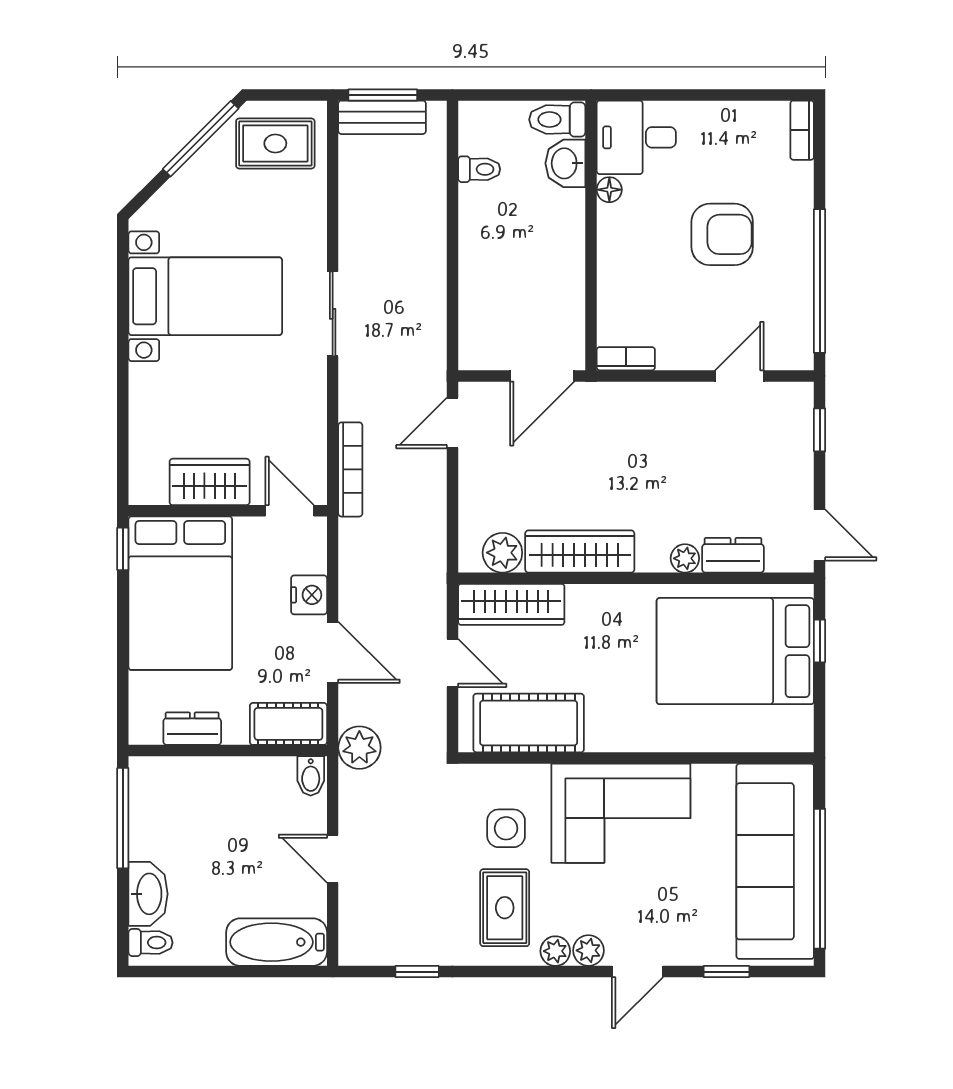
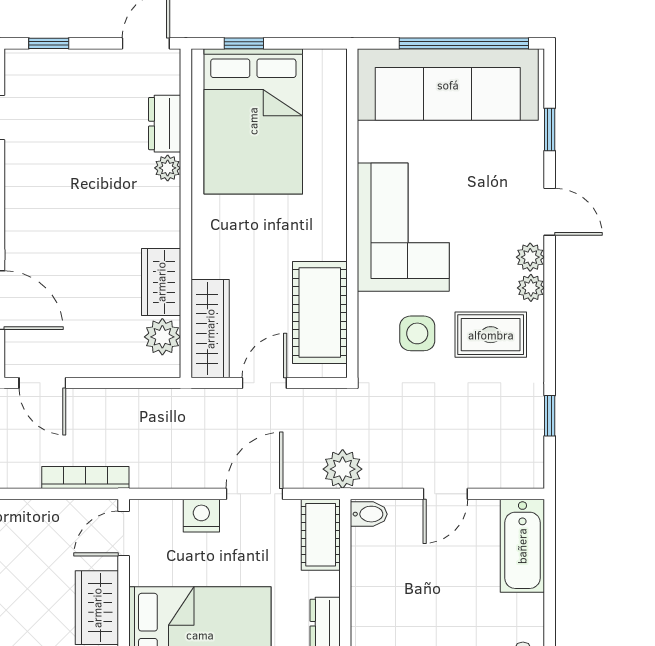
wardrobe: (580, 551) -> (161, 282), width x0.67

